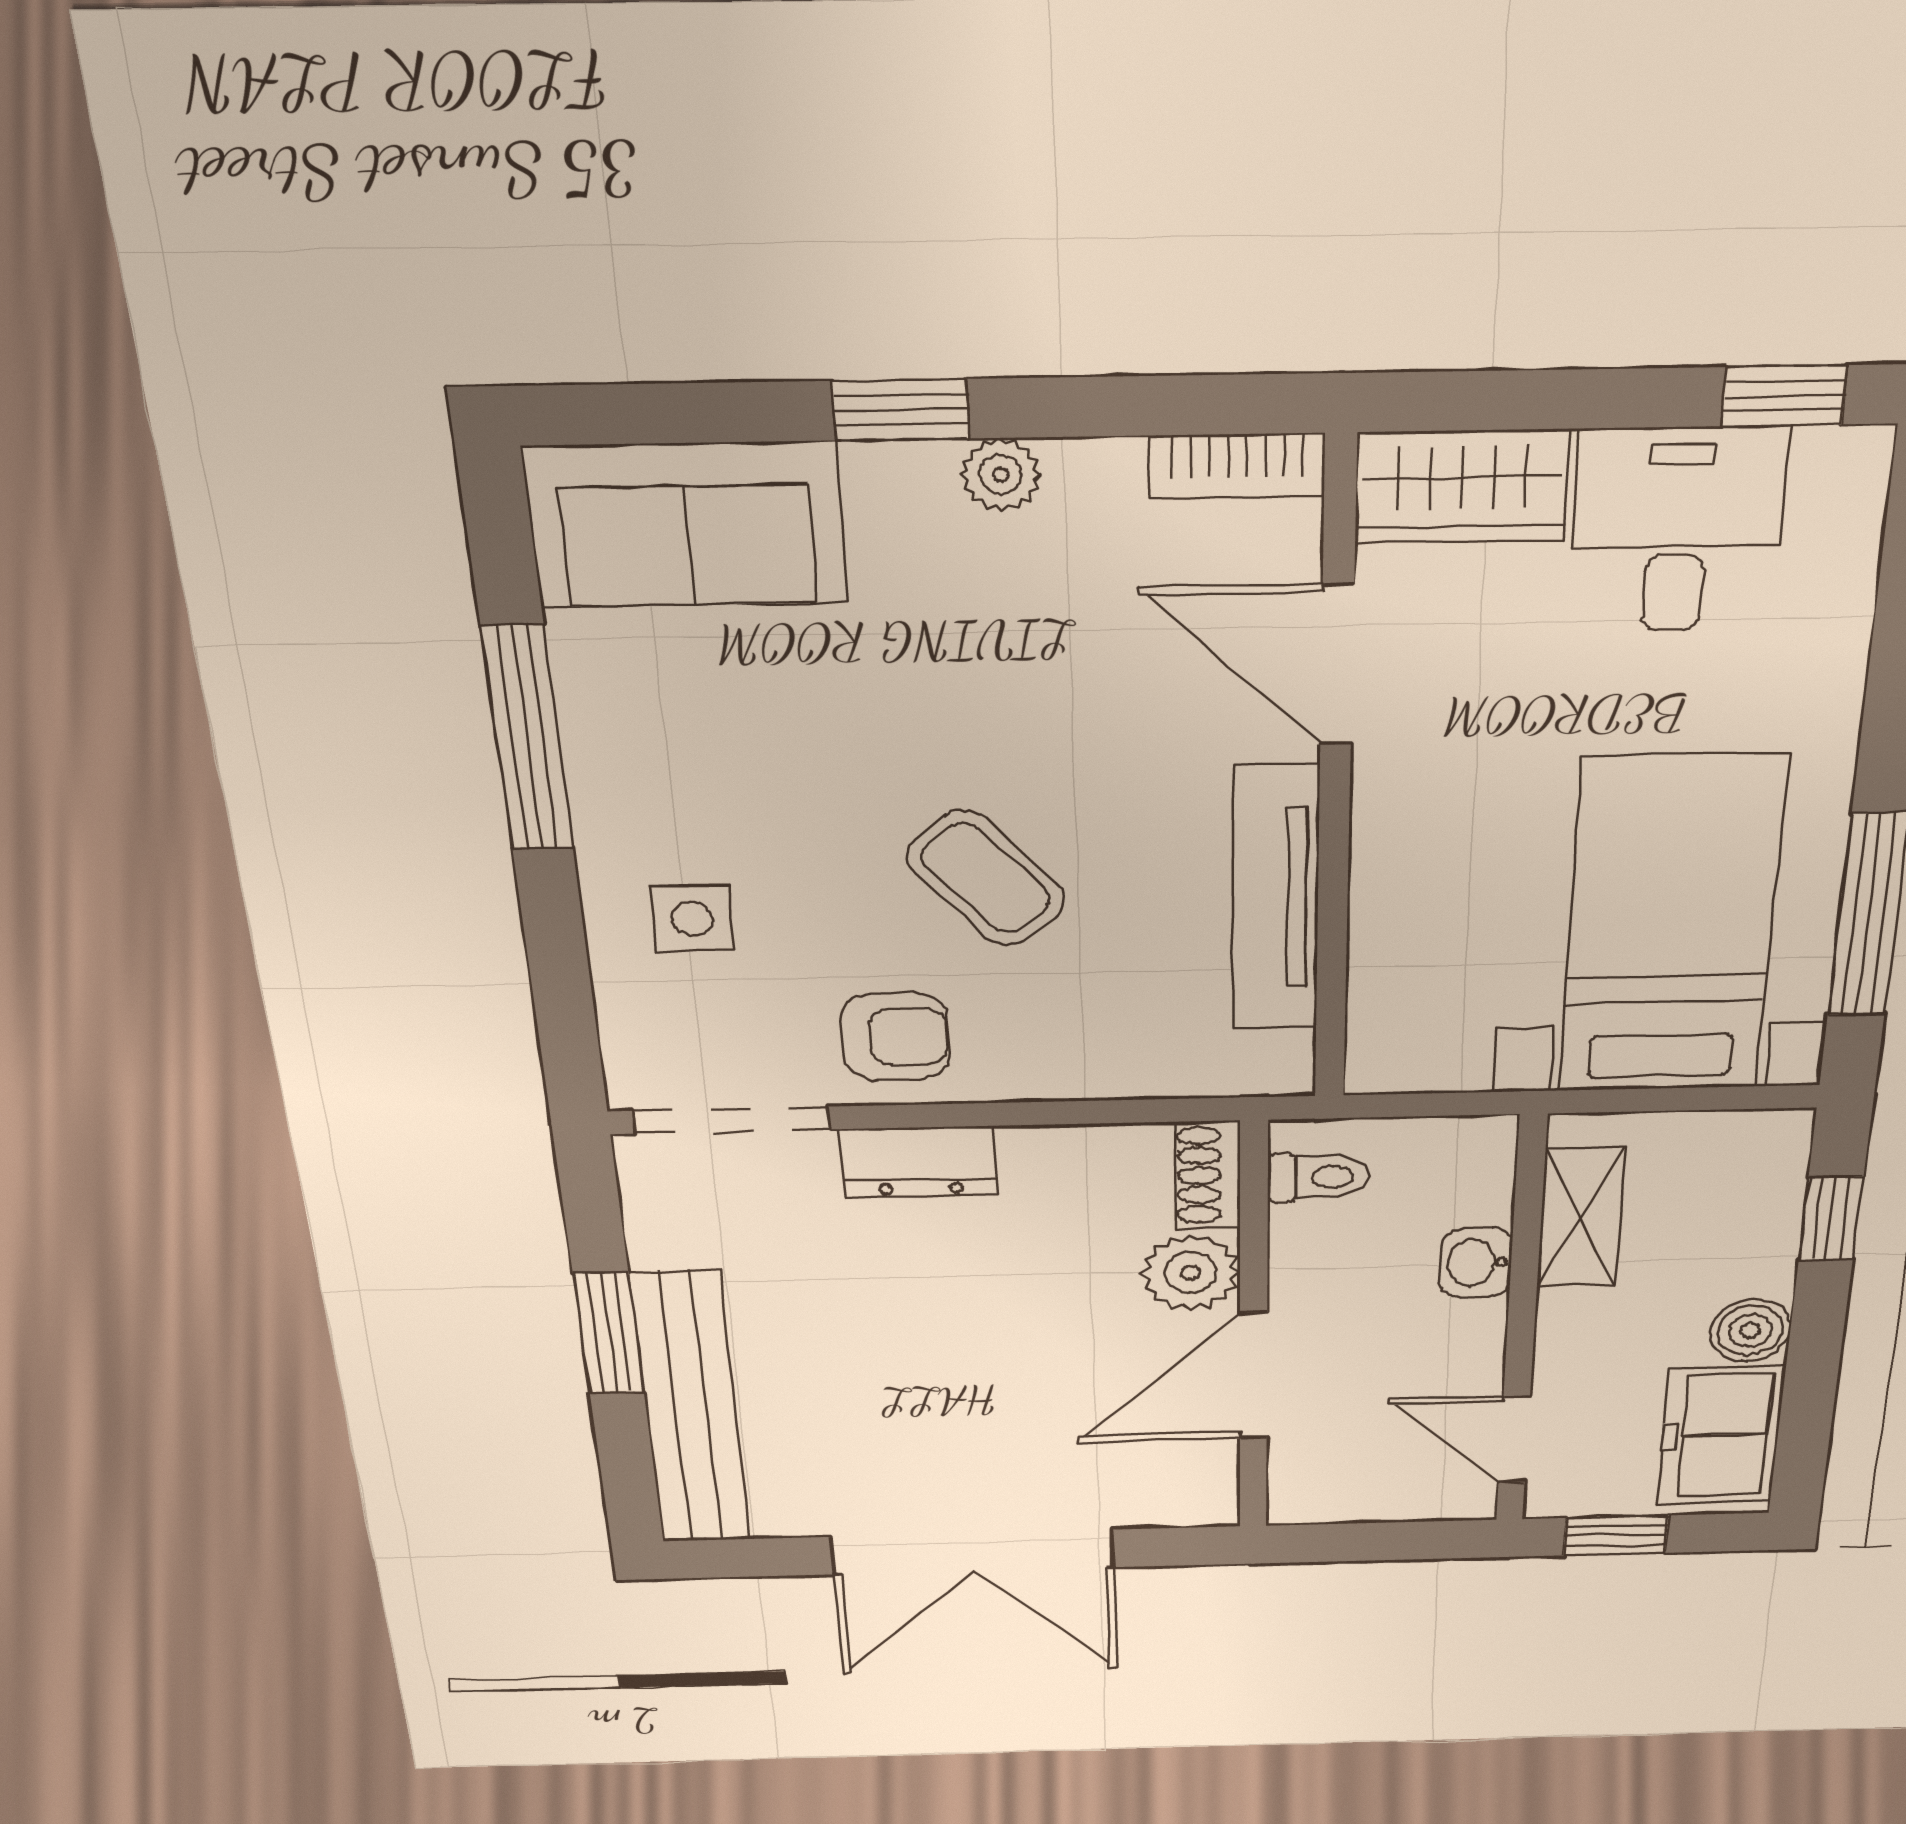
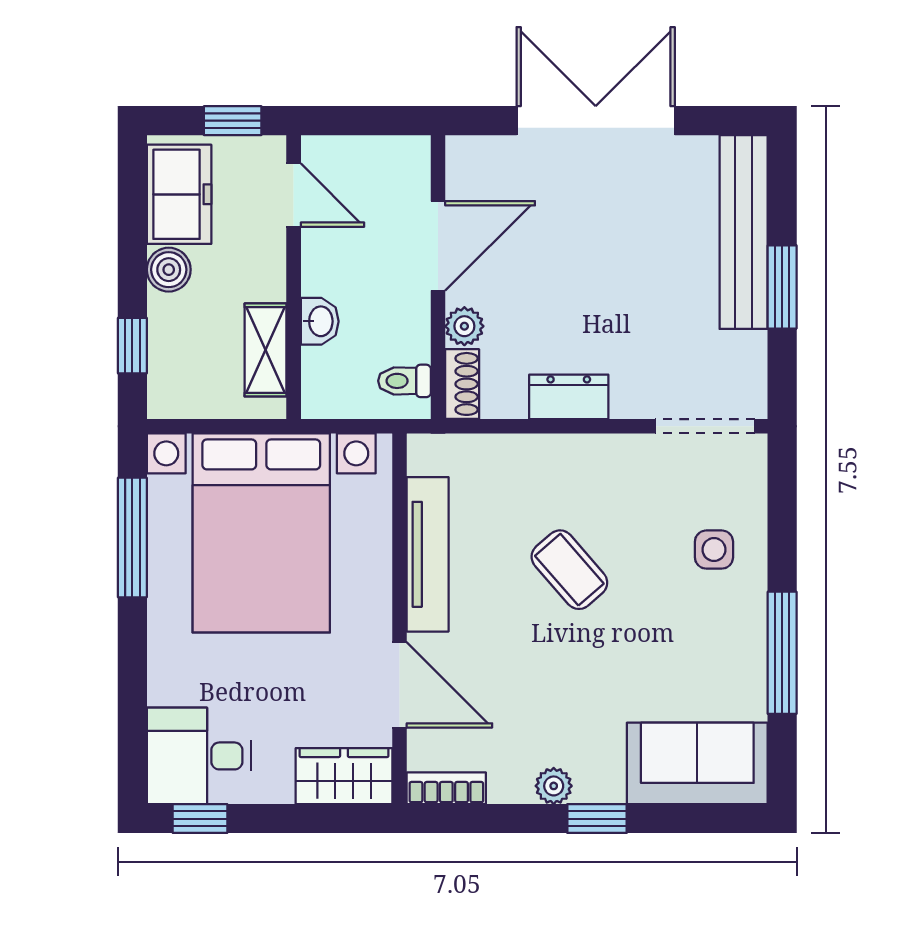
desk: (1677, 530) -> (199, 756), moved, turned 90
bed with nightstands: (1671, 927) -> (261, 533), width x1.36
armchair: (896, 1037) -> (619, 476), removed
dresser: (919, 1162) -> (569, 397), moved
plant: (1191, 1273) -> (464, 326), width x0.73, depth x0.73

